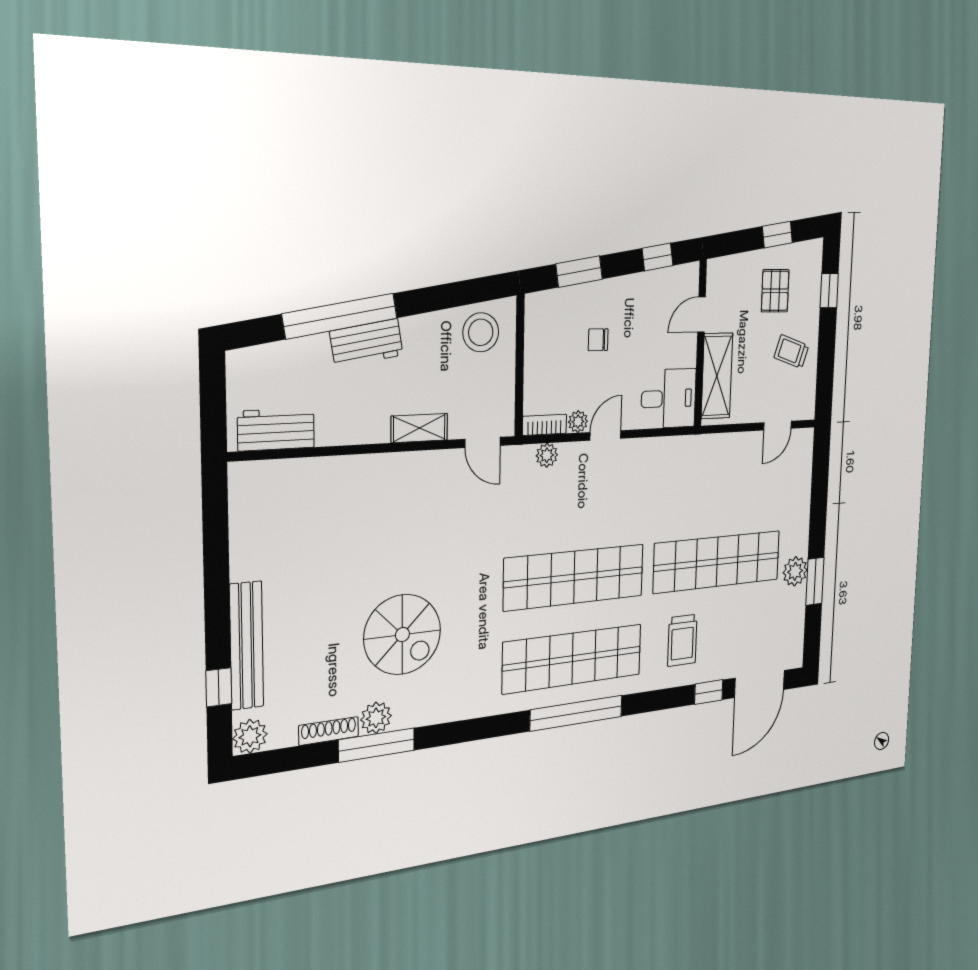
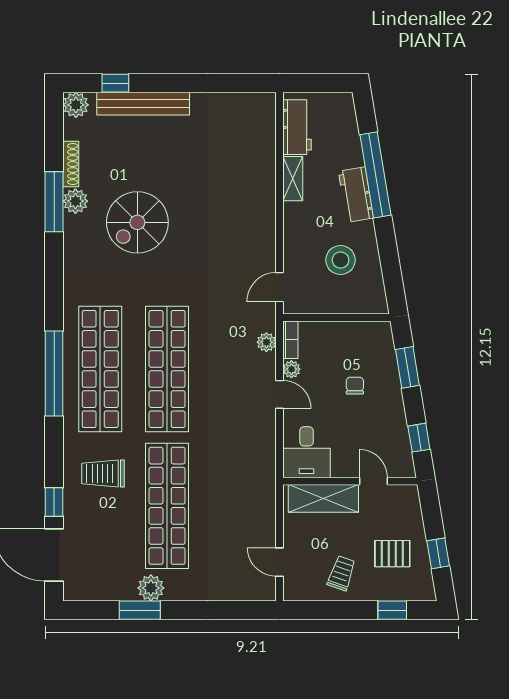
stool: (481, 332) -> (341, 260), moved
shelving: (419, 428) -> (293, 179), moved

